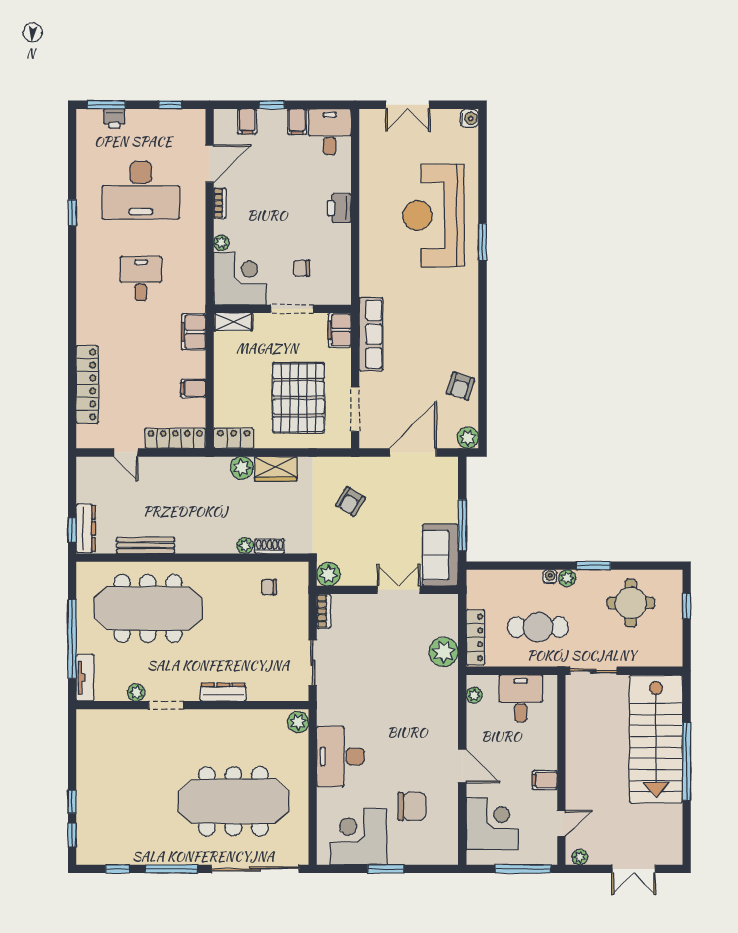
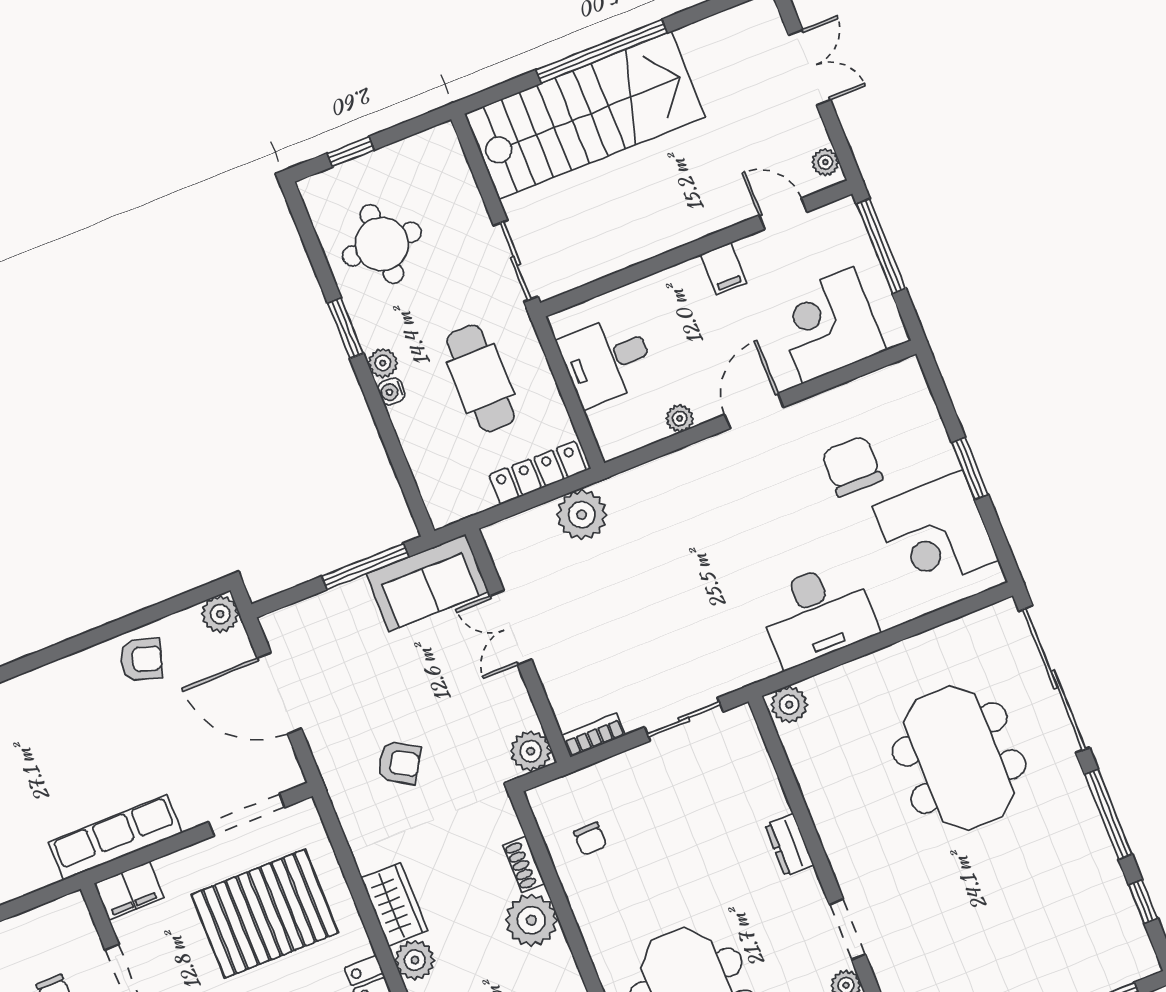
plant: (245, 546) -> (531, 920), width x1.88, depth x1.88
dresser: (223, 692) -> (789, 845), width x0.70
plant: (474, 695) -> (680, 418), moved
meeting table: (233, 801) -> (959, 758), width x0.73

